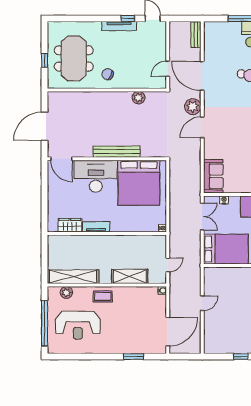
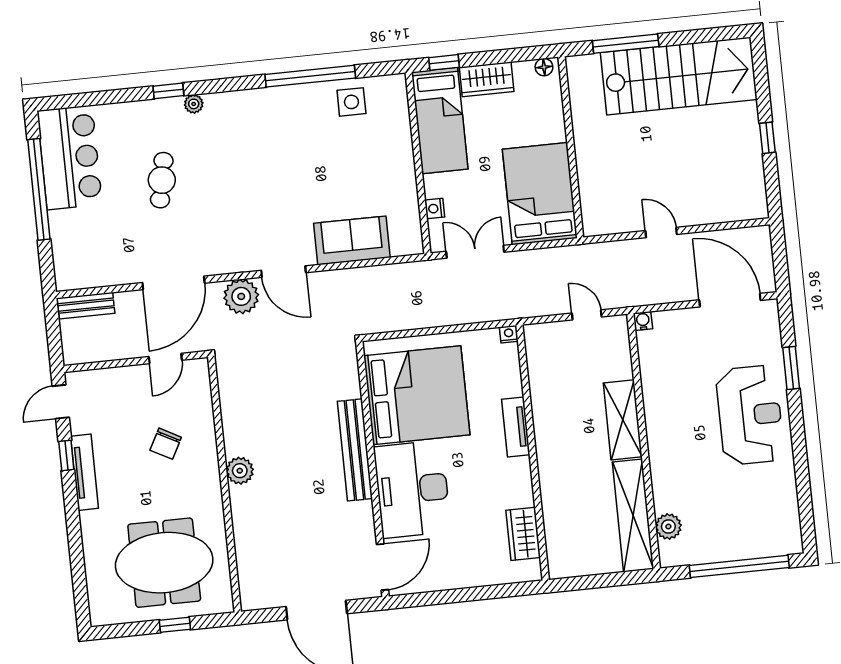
door: (168, 69) -> (165, 358), hinge flipped
chair: (108, 74) -> (166, 444), moved
plant: (139, 98) -> (240, 471), moved
sofa: (213, 176) -> (352, 240), moved
tv unit: (96, 227) -> (516, 427), moved
shelving: (130, 277) -> (623, 420), moved
coffee table: (103, 297) -> (669, 448), removed
reception desk: (78, 325) -> (750, 415), moved

